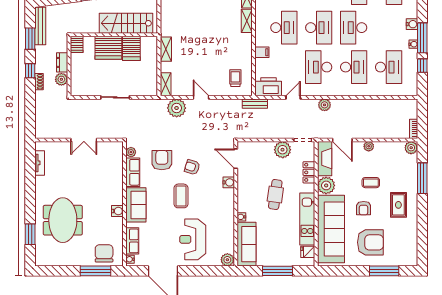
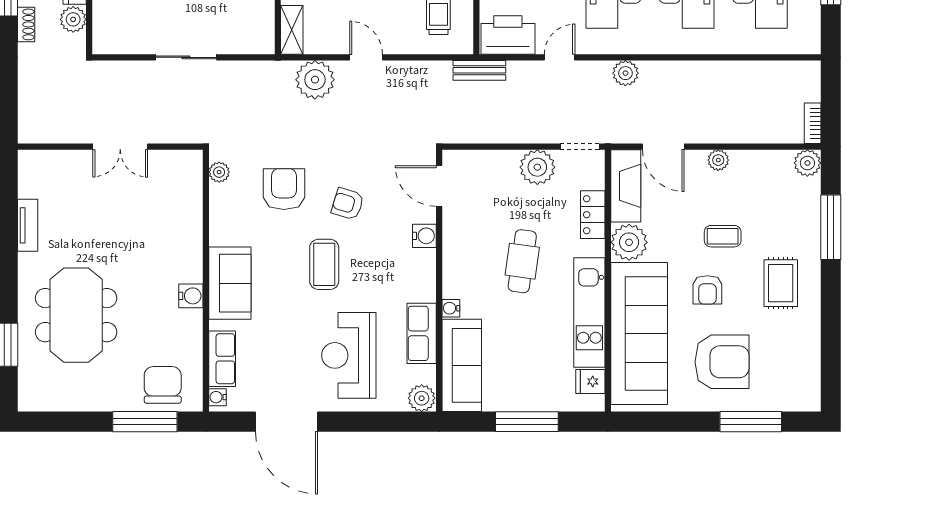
tv unit: (40, 163) -> (28, 225), moved
row of seats: (133, 172) -> (422, 333), moved, turned 180

